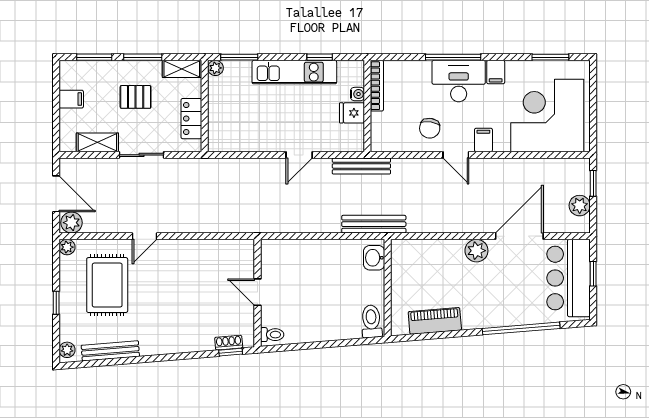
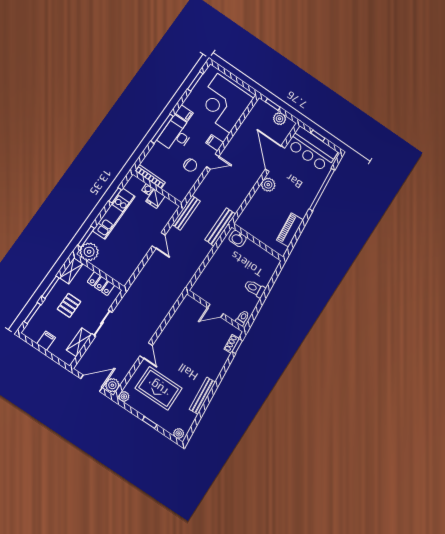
plant: (215, 68) -> (89, 252), width x1.88, depth x1.88
toilet: (371, 321) -> (255, 289), moved
bench: (110, 351) -> (202, 396), moved

